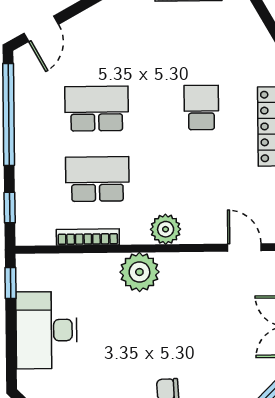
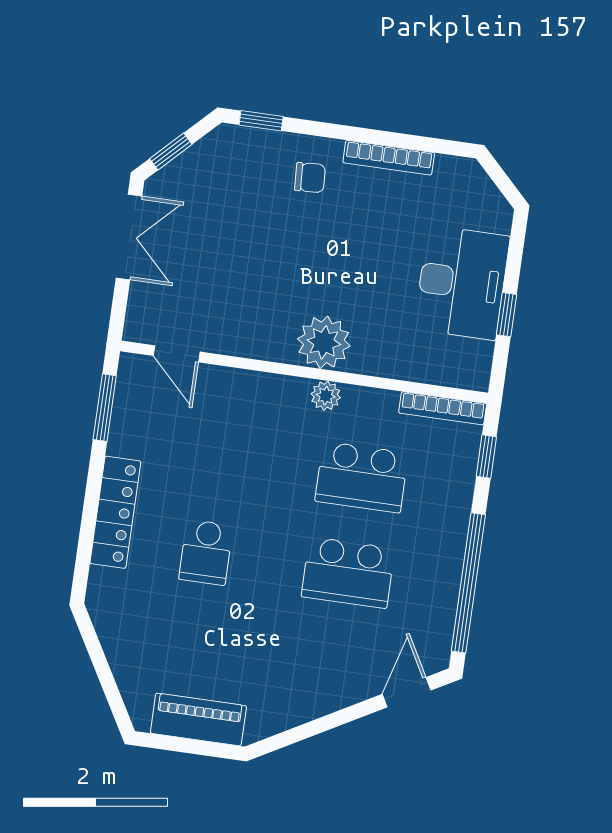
plant: (166, 229) -> (326, 396), moved, width x0.73, depth x0.73
bookcase: (88, 237) -> (443, 408), moved
window: (10, 283) -> (507, 315), moved

